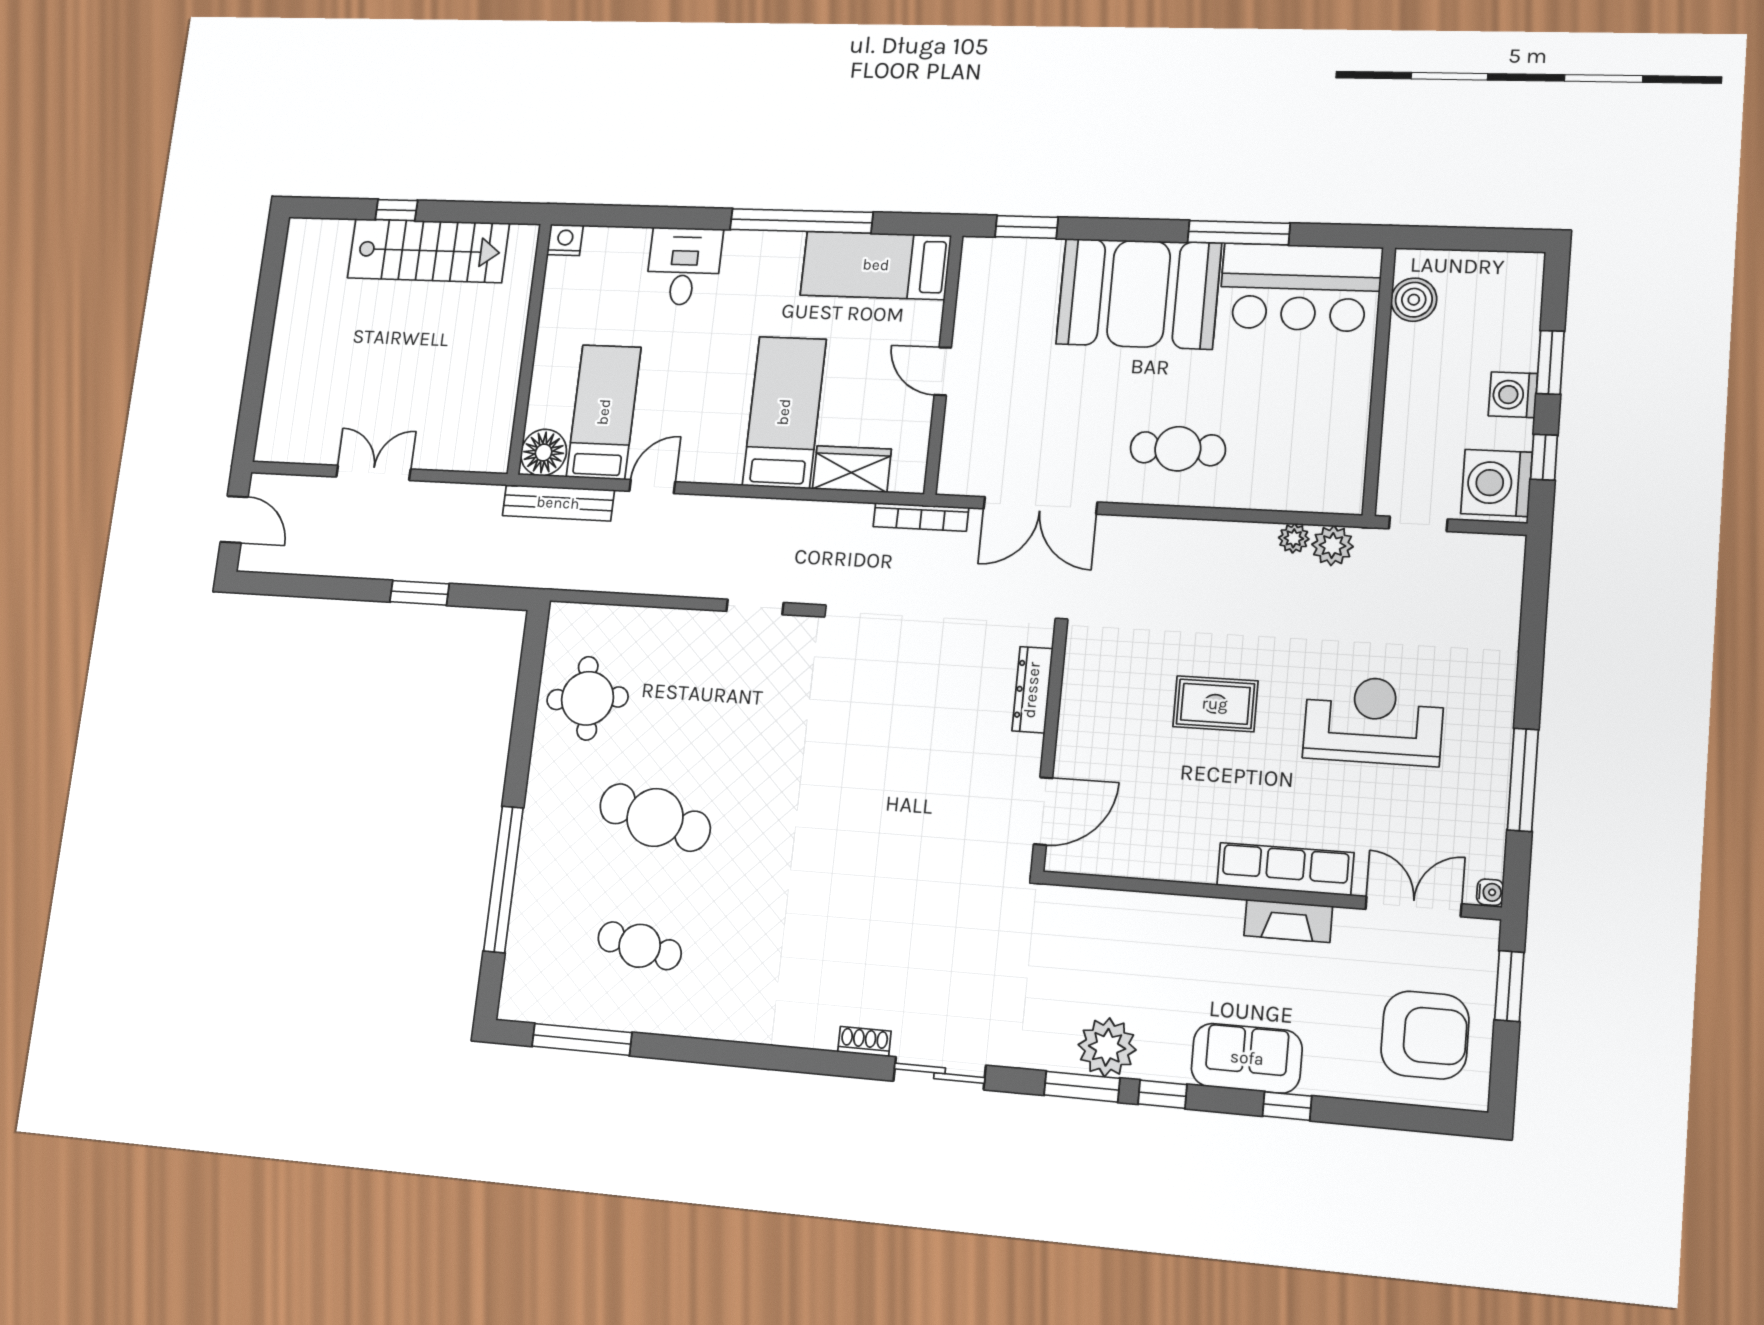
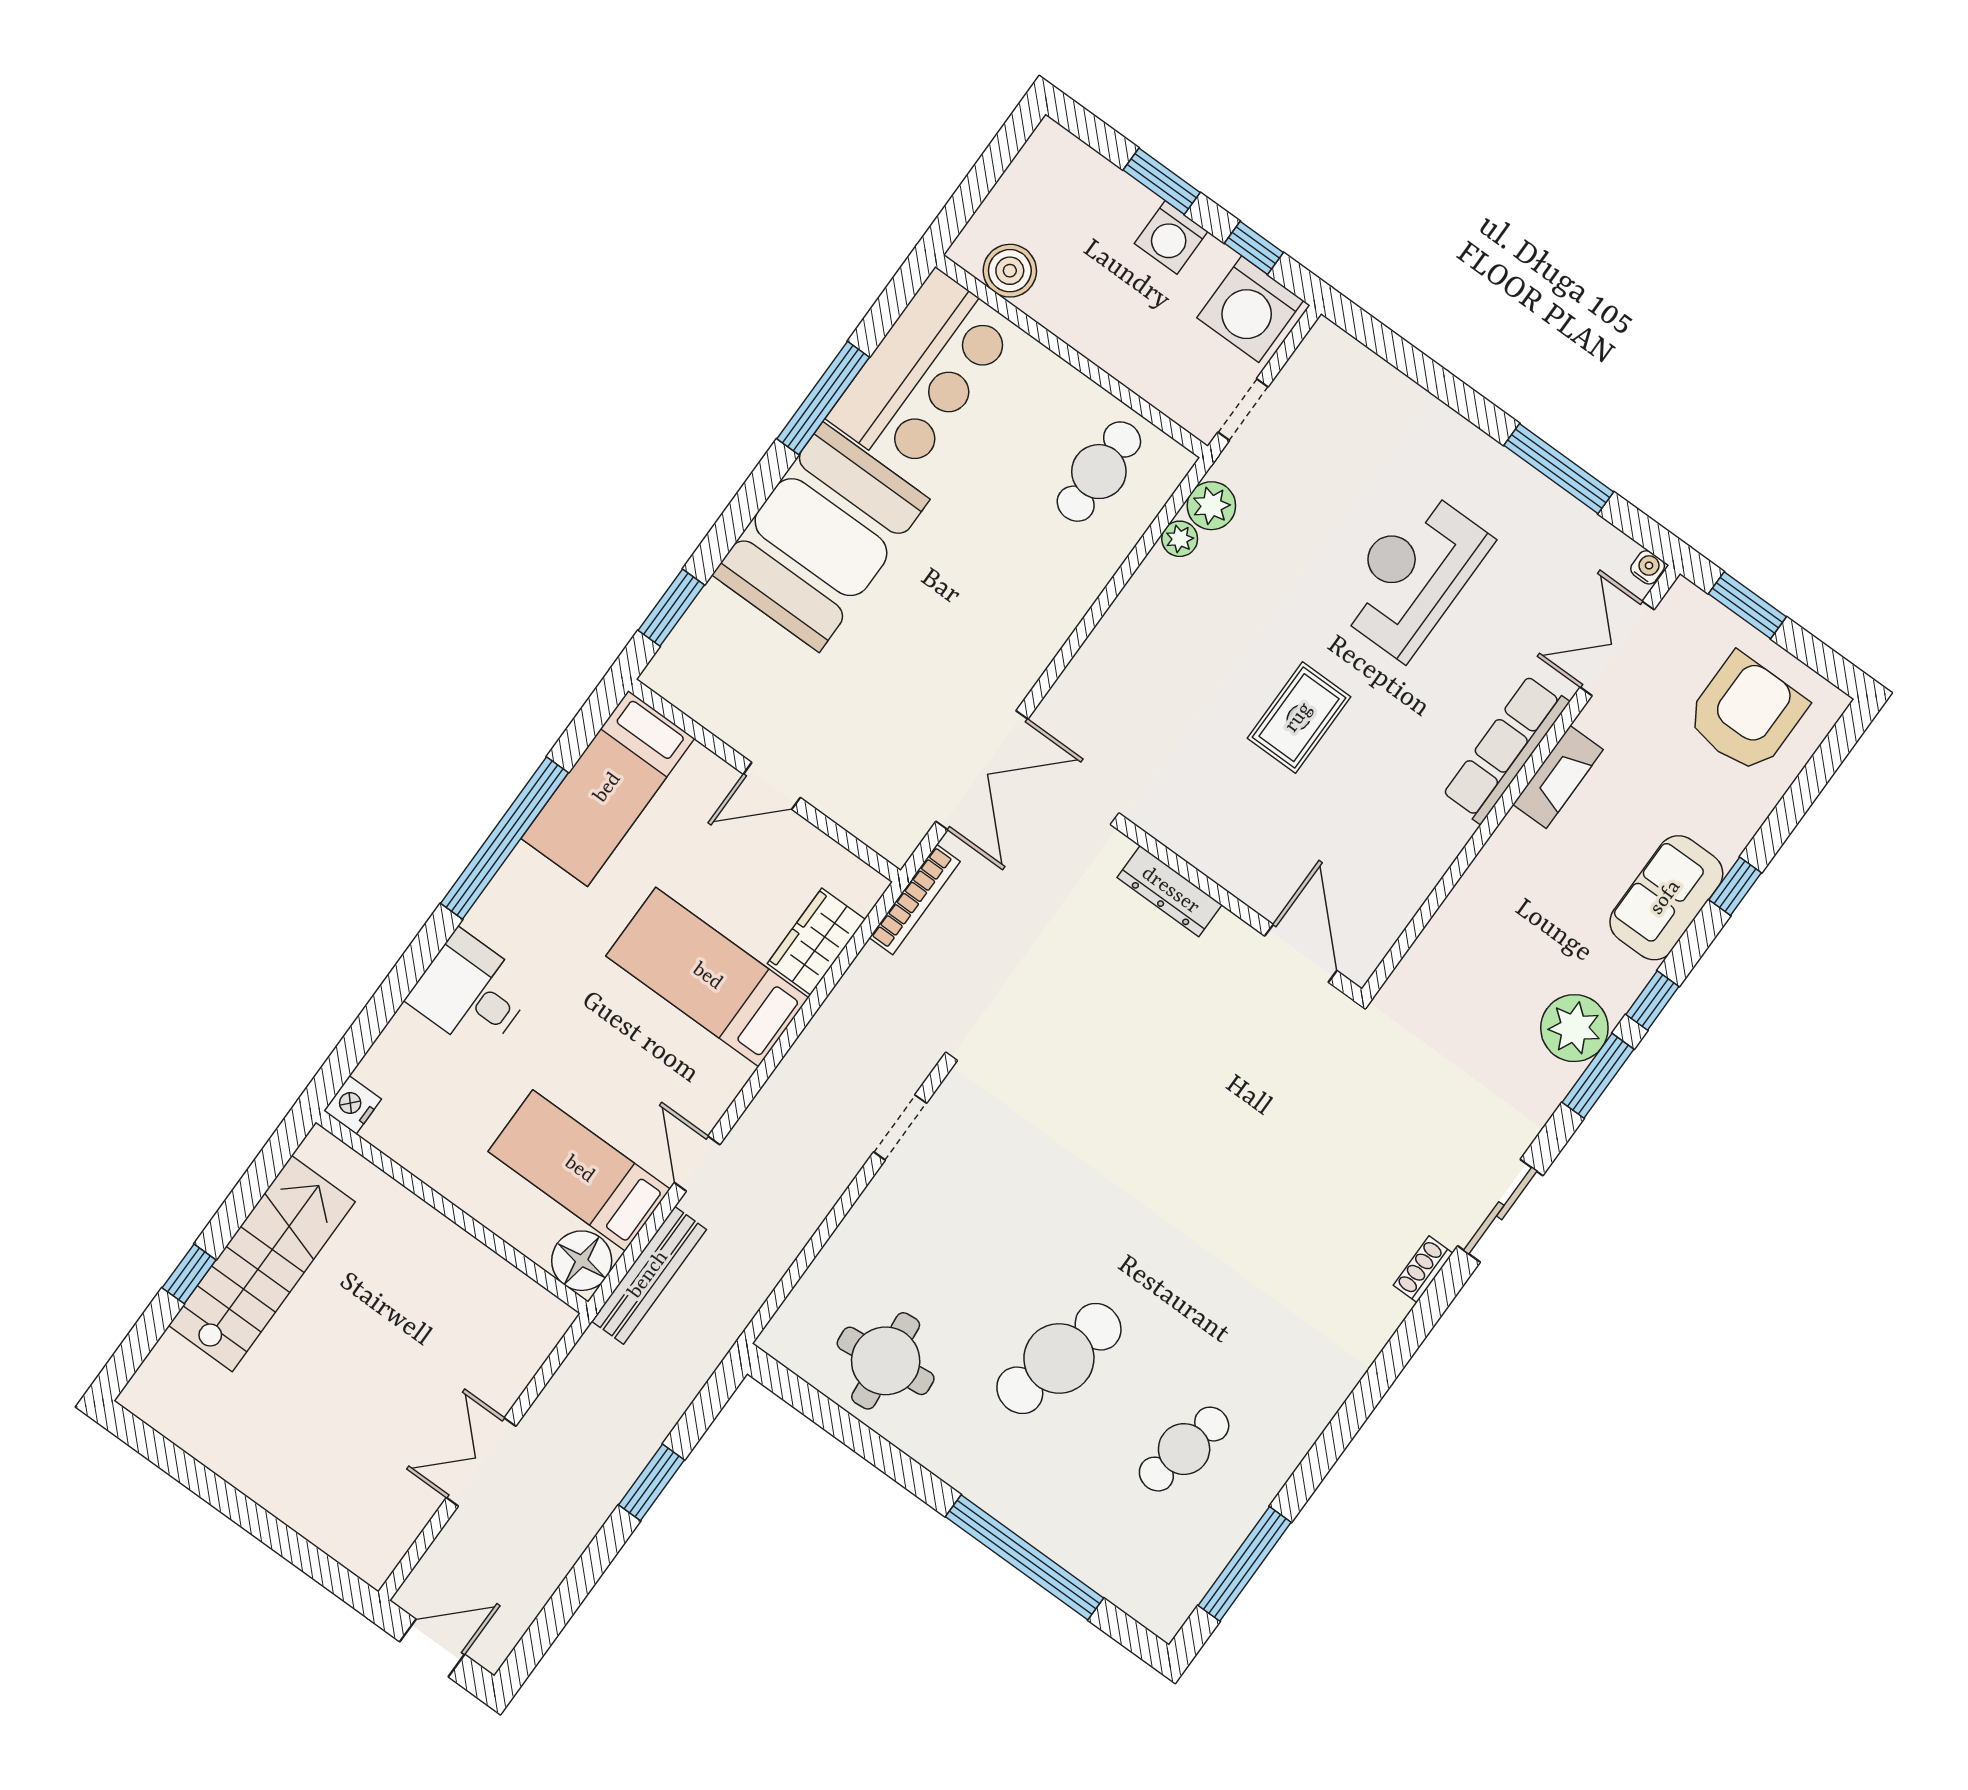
cafe table: (1178, 449) -> (1099, 472), moved

